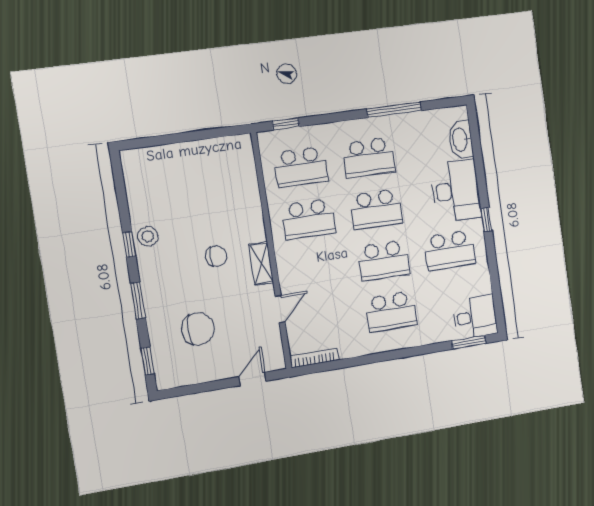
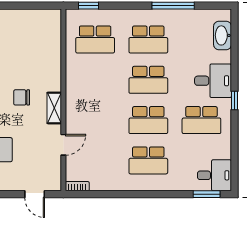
desk: (456, 191) -> (213, 81), width x0.73
school desk: (309, 219) -> (95, 80), removed
chair: (216, 256) -> (22, 97), turned 180
bookcase: (315, 358) -> (77, 186), width x0.64
door: (252, 379) -> (35, 194), swing flipped

